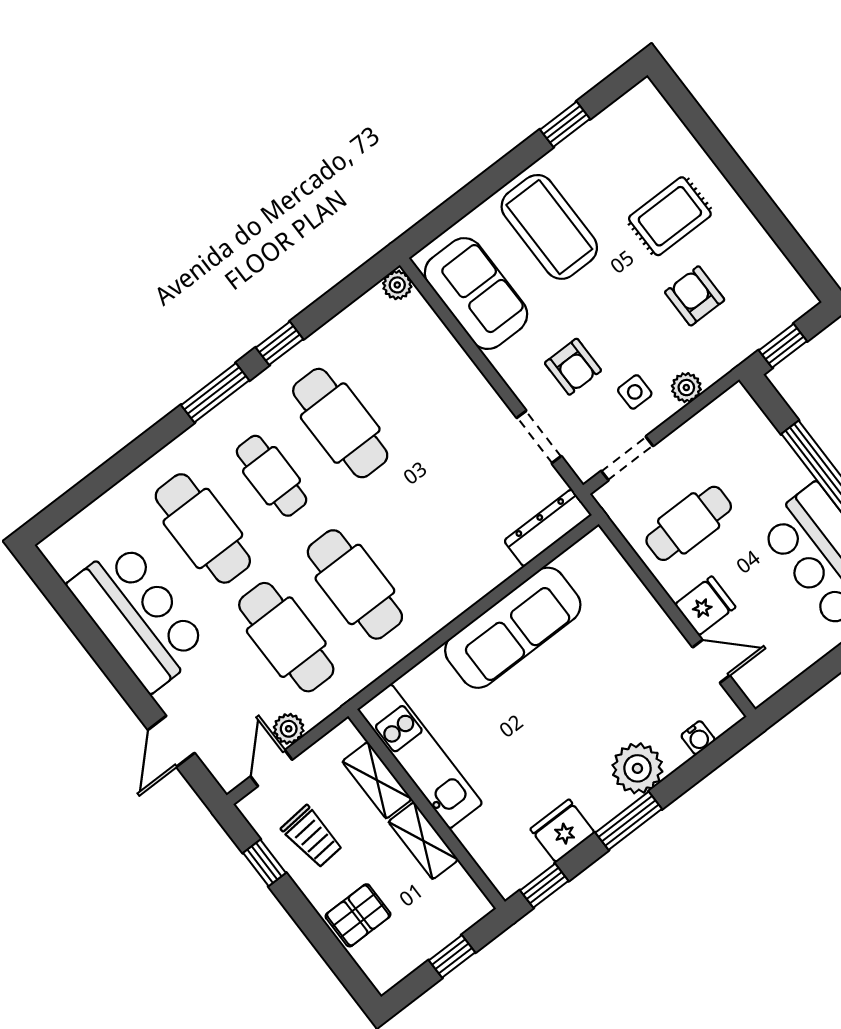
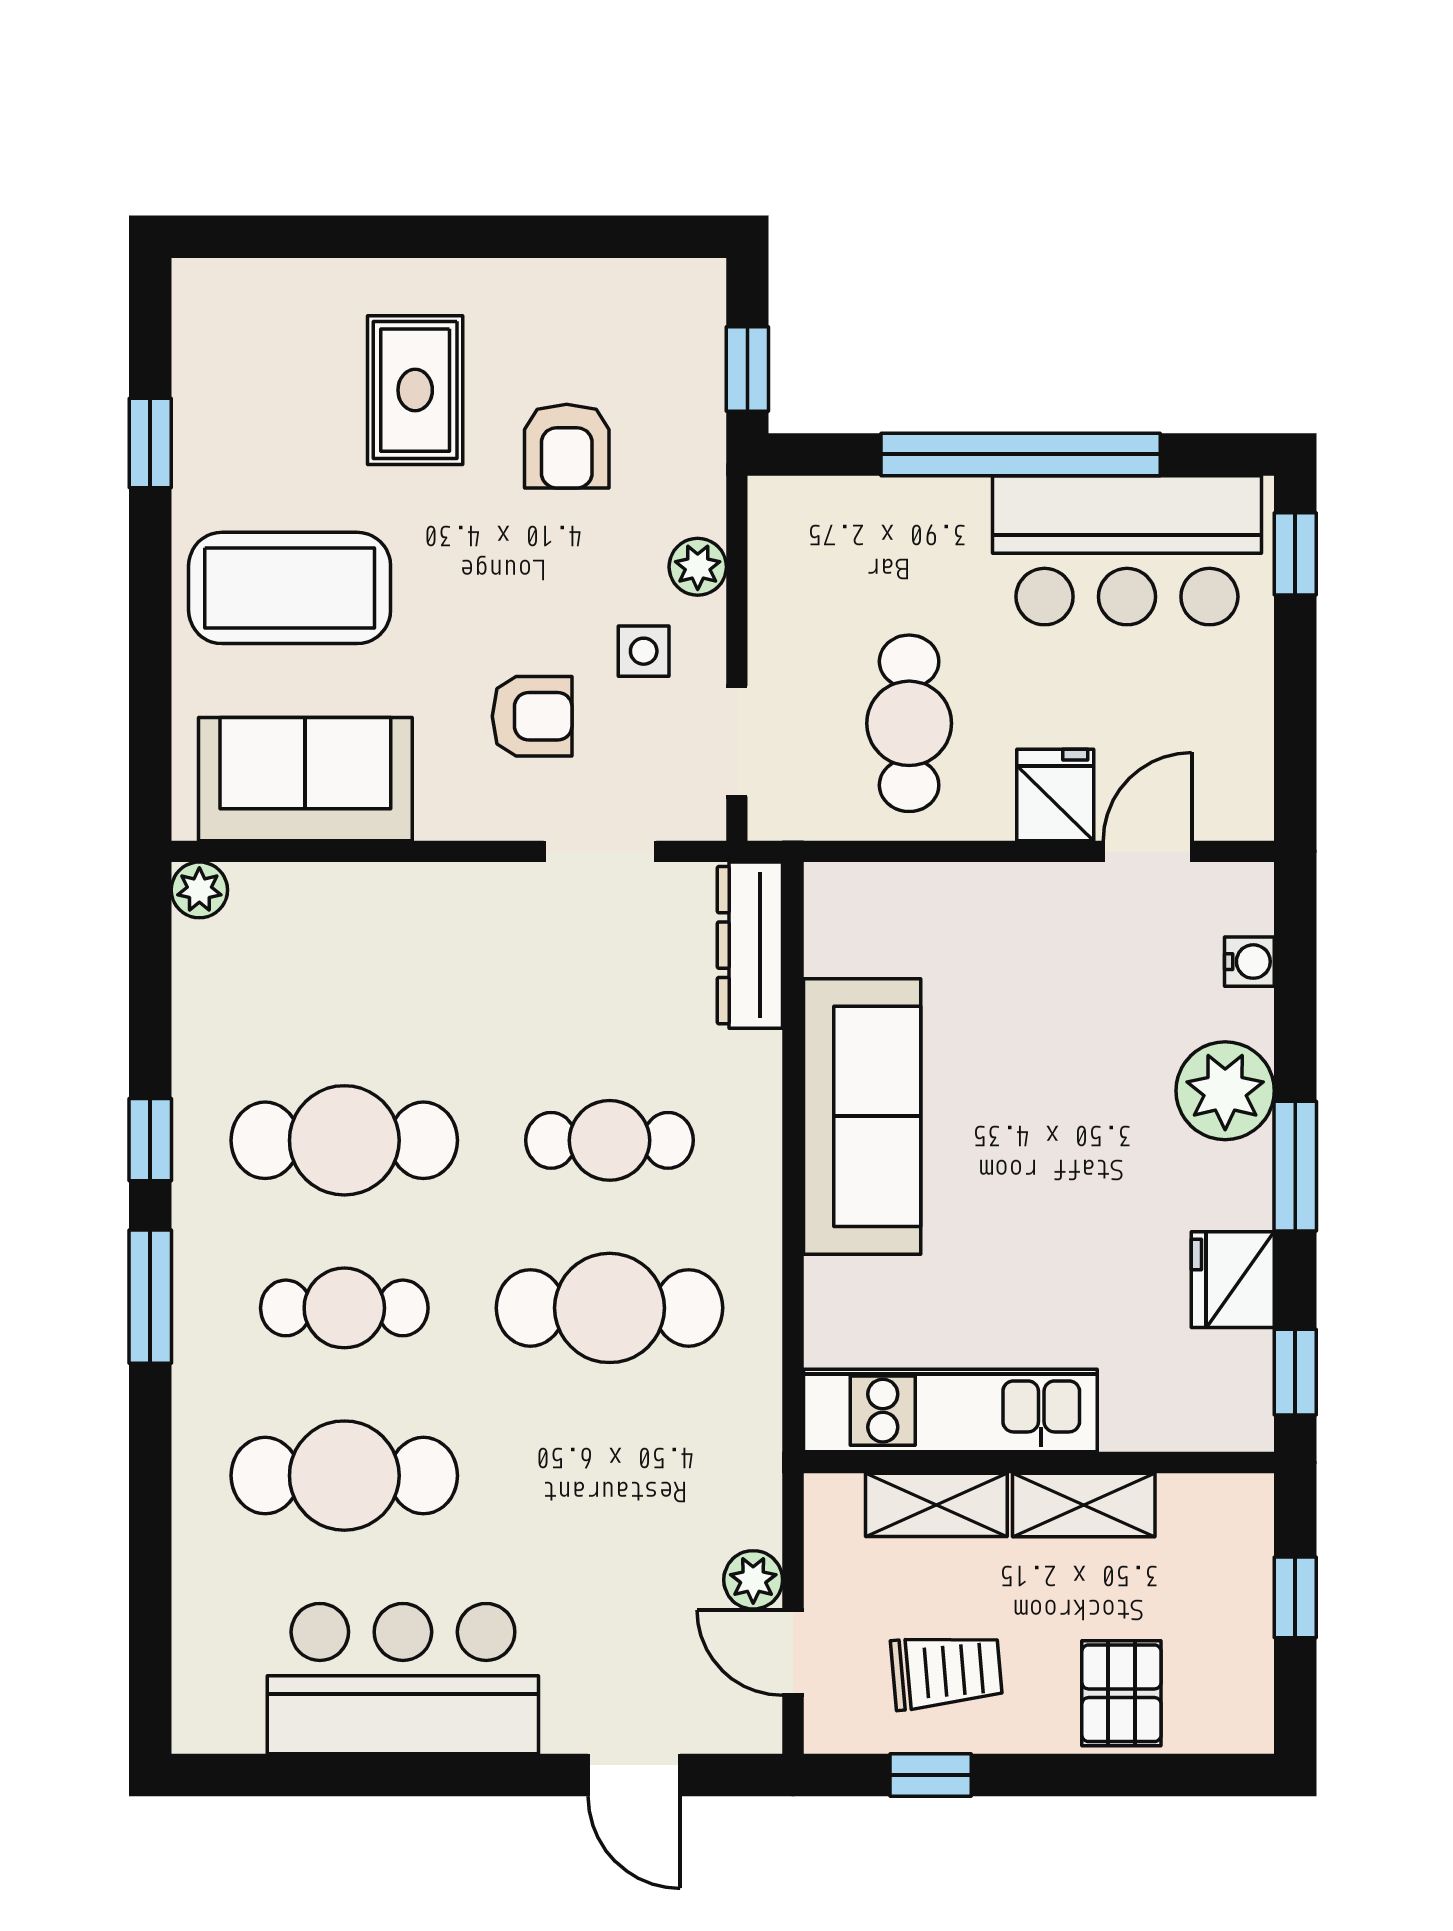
armchair: (695, 296) -> (567, 446), turned -90
cafe table: (286, 637) -> (610, 1140), moved, width x0.73, depth x0.74

